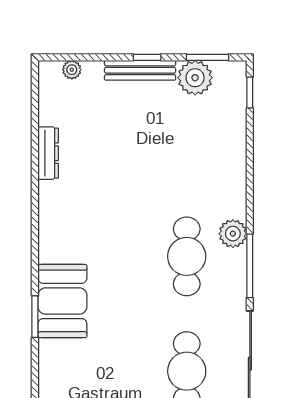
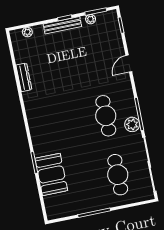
plant: (195, 78) -> (91, 19), width x0.53, depth x0.53
door: (250, 168) -> (129, 64), added
plant: (233, 234) -> (132, 124), moved
booth: (62, 301) -> (51, 174), moved

